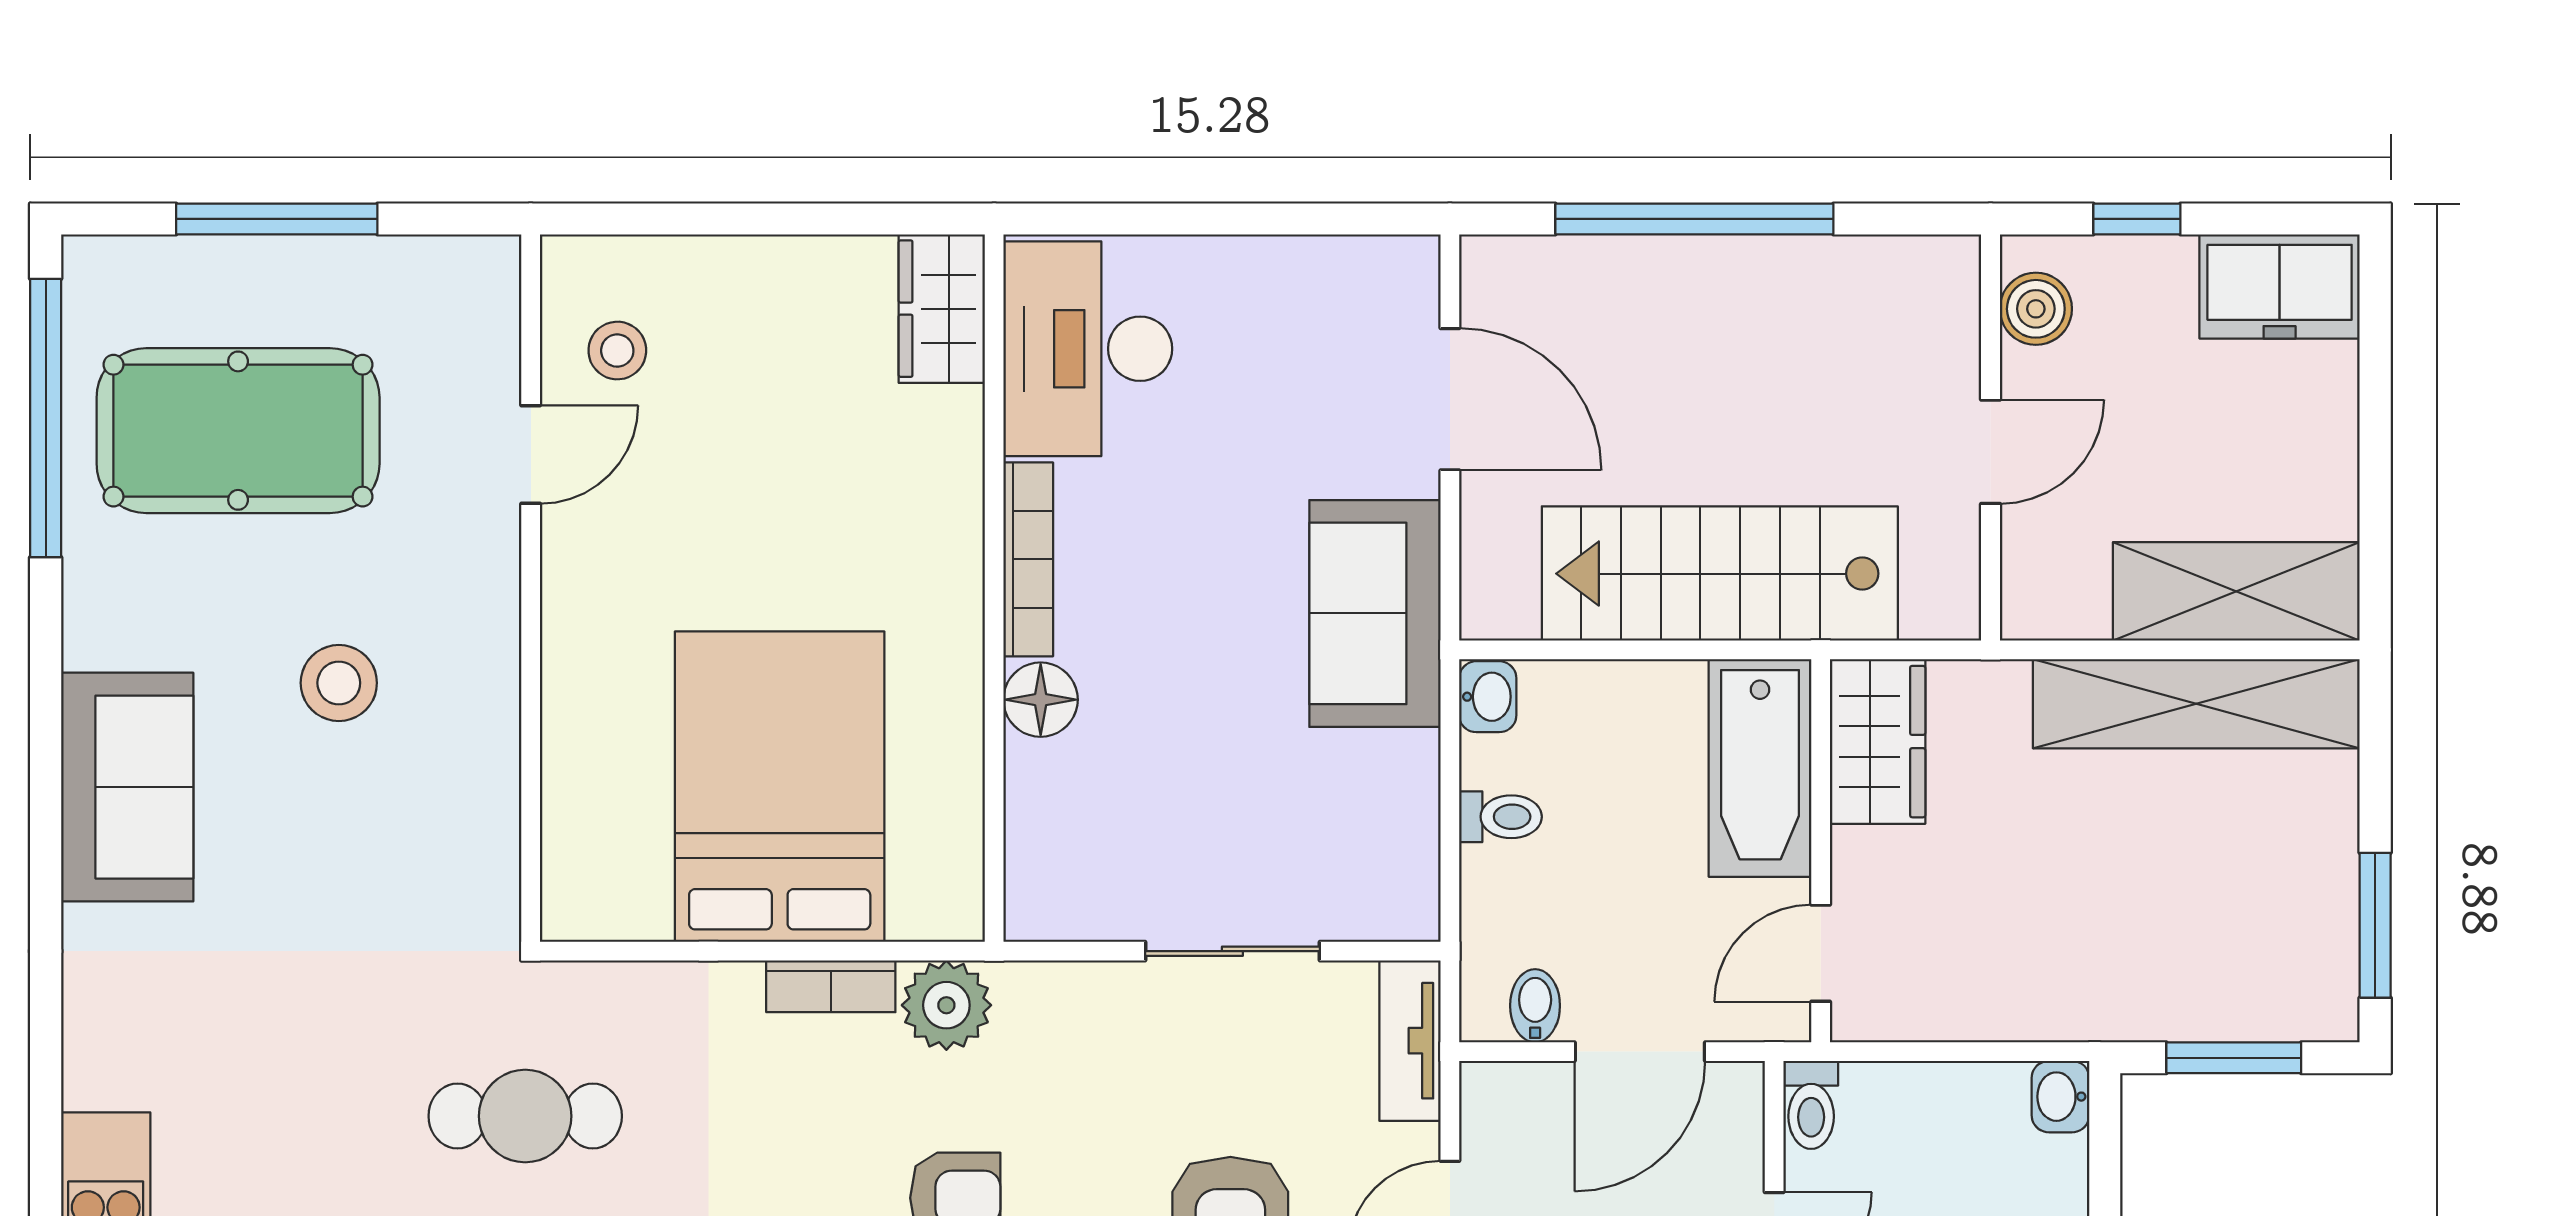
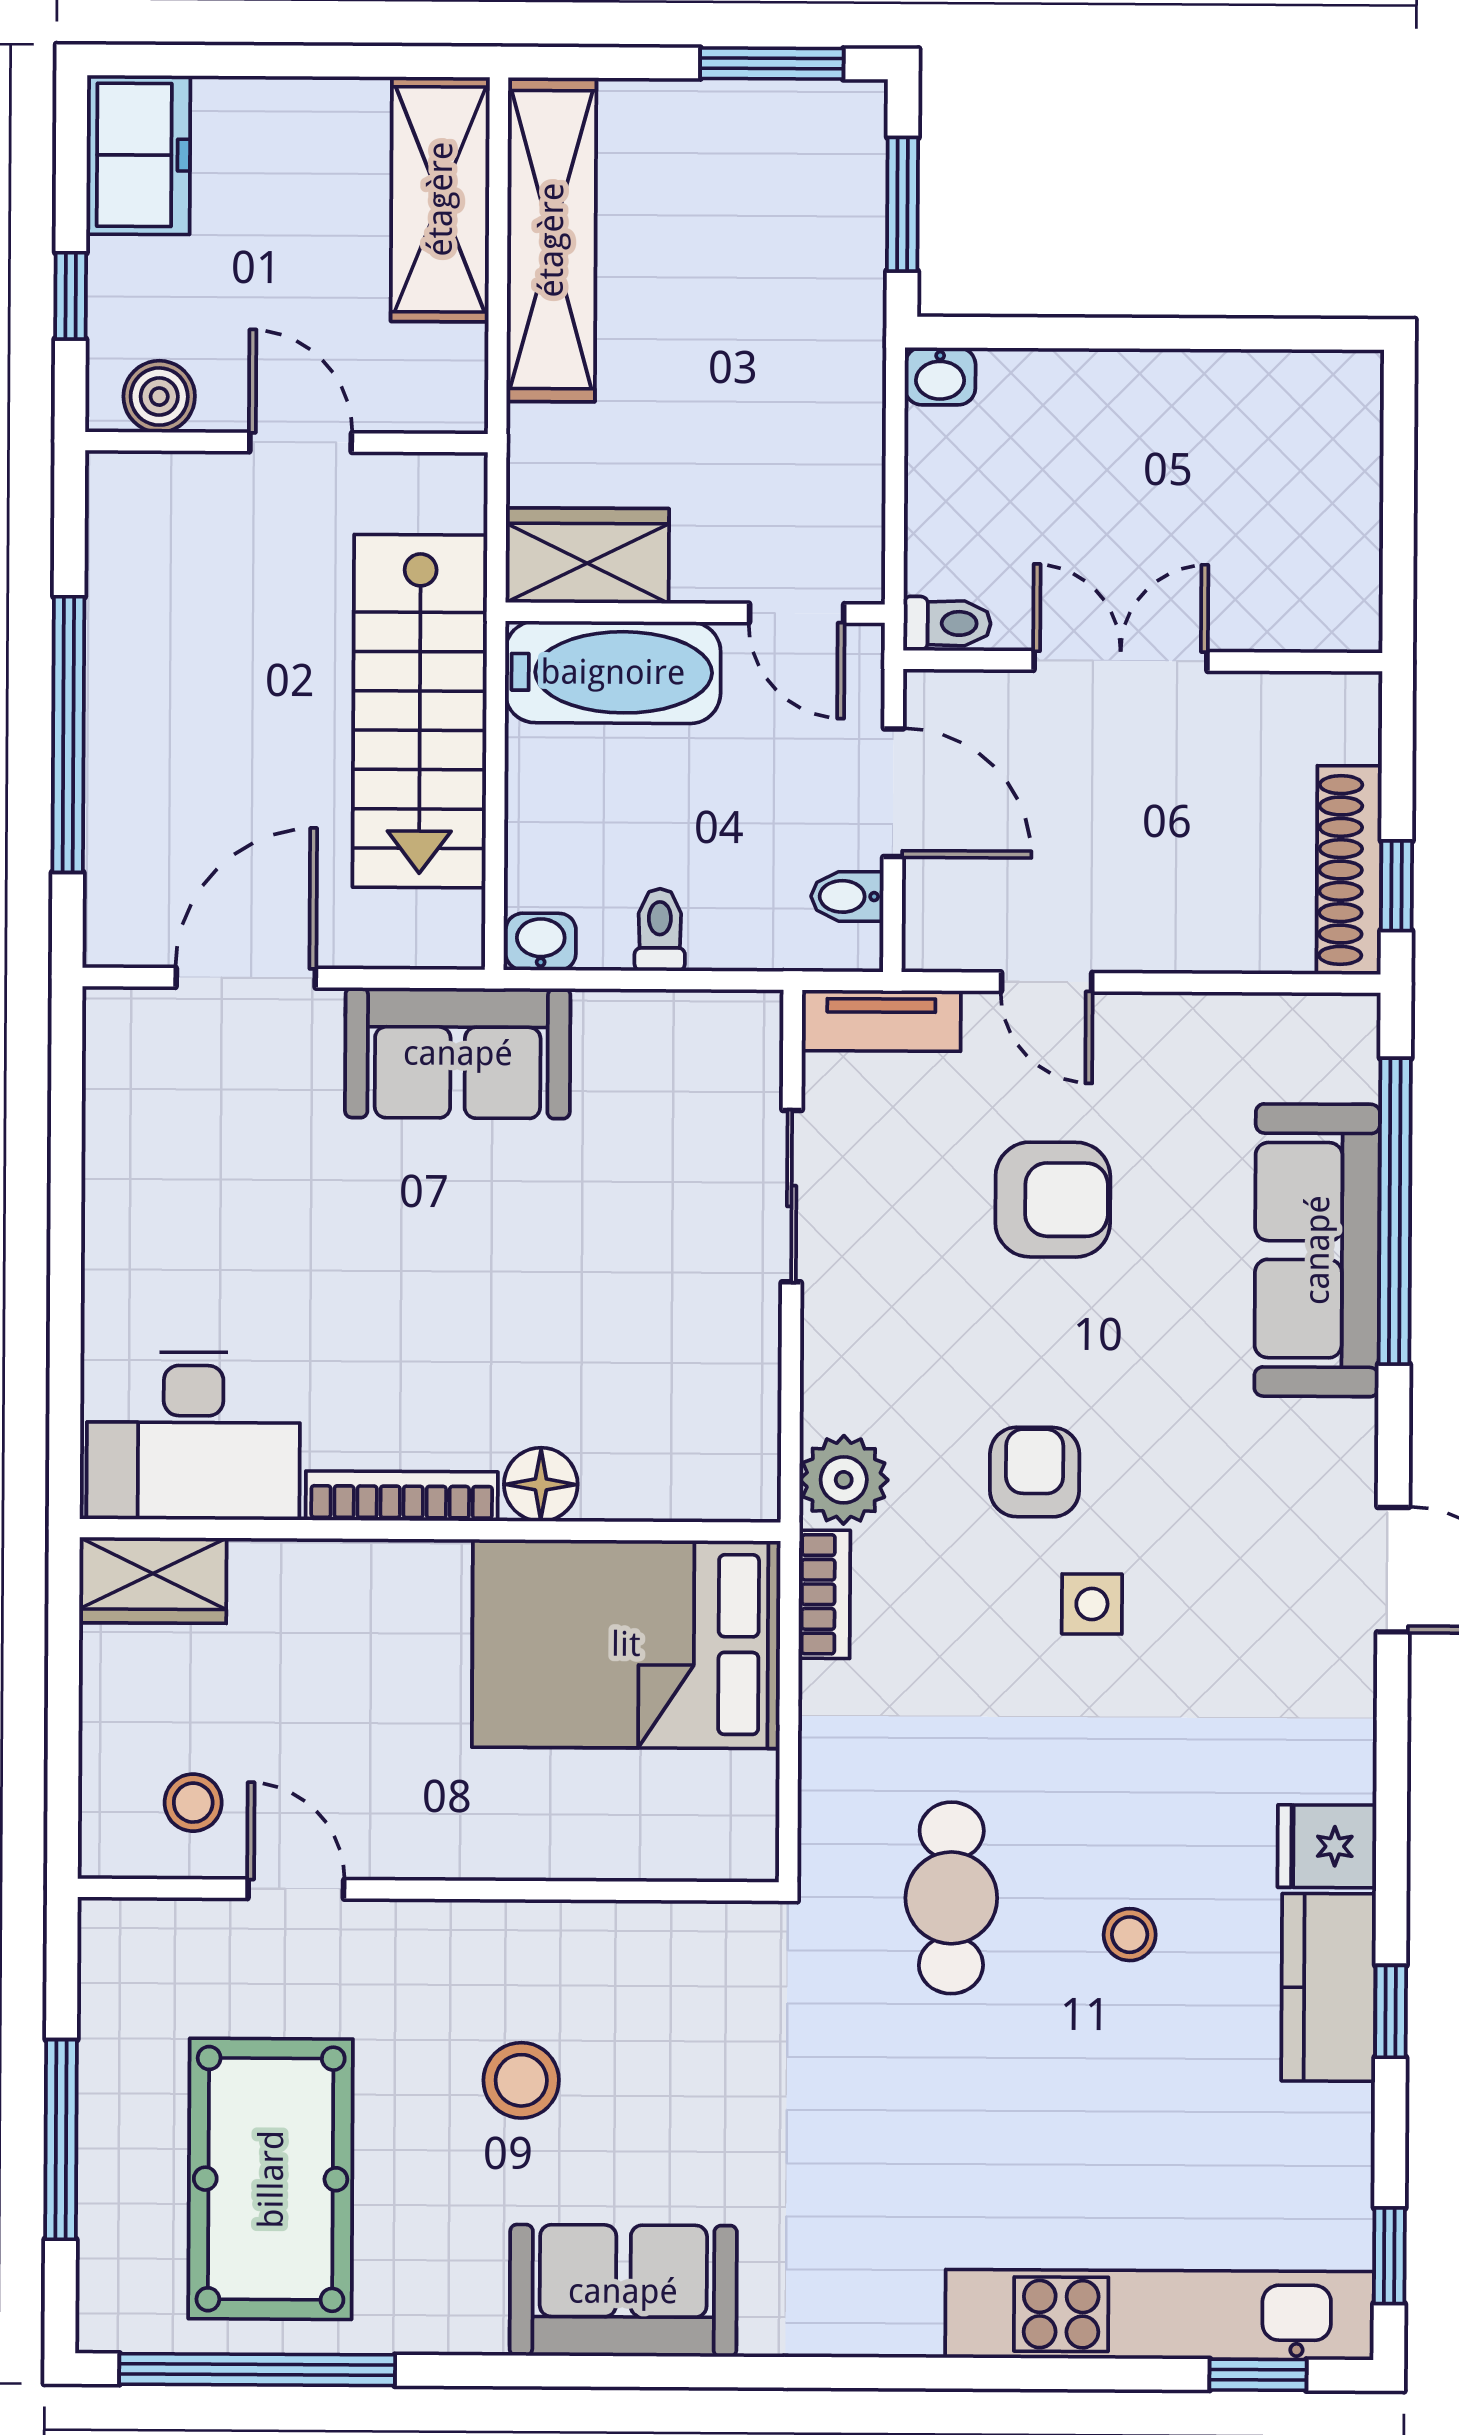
wardrobe: (942, 309) -> (153, 1580), moved
desk: (1088, 349) -> (193, 1436), moved
bookcase: (1028, 559) -> (402, 1496), moved
wall: (994, 588) -> (430, 1530), moved
floor lamp: (1041, 700) -> (541, 1484), moved

